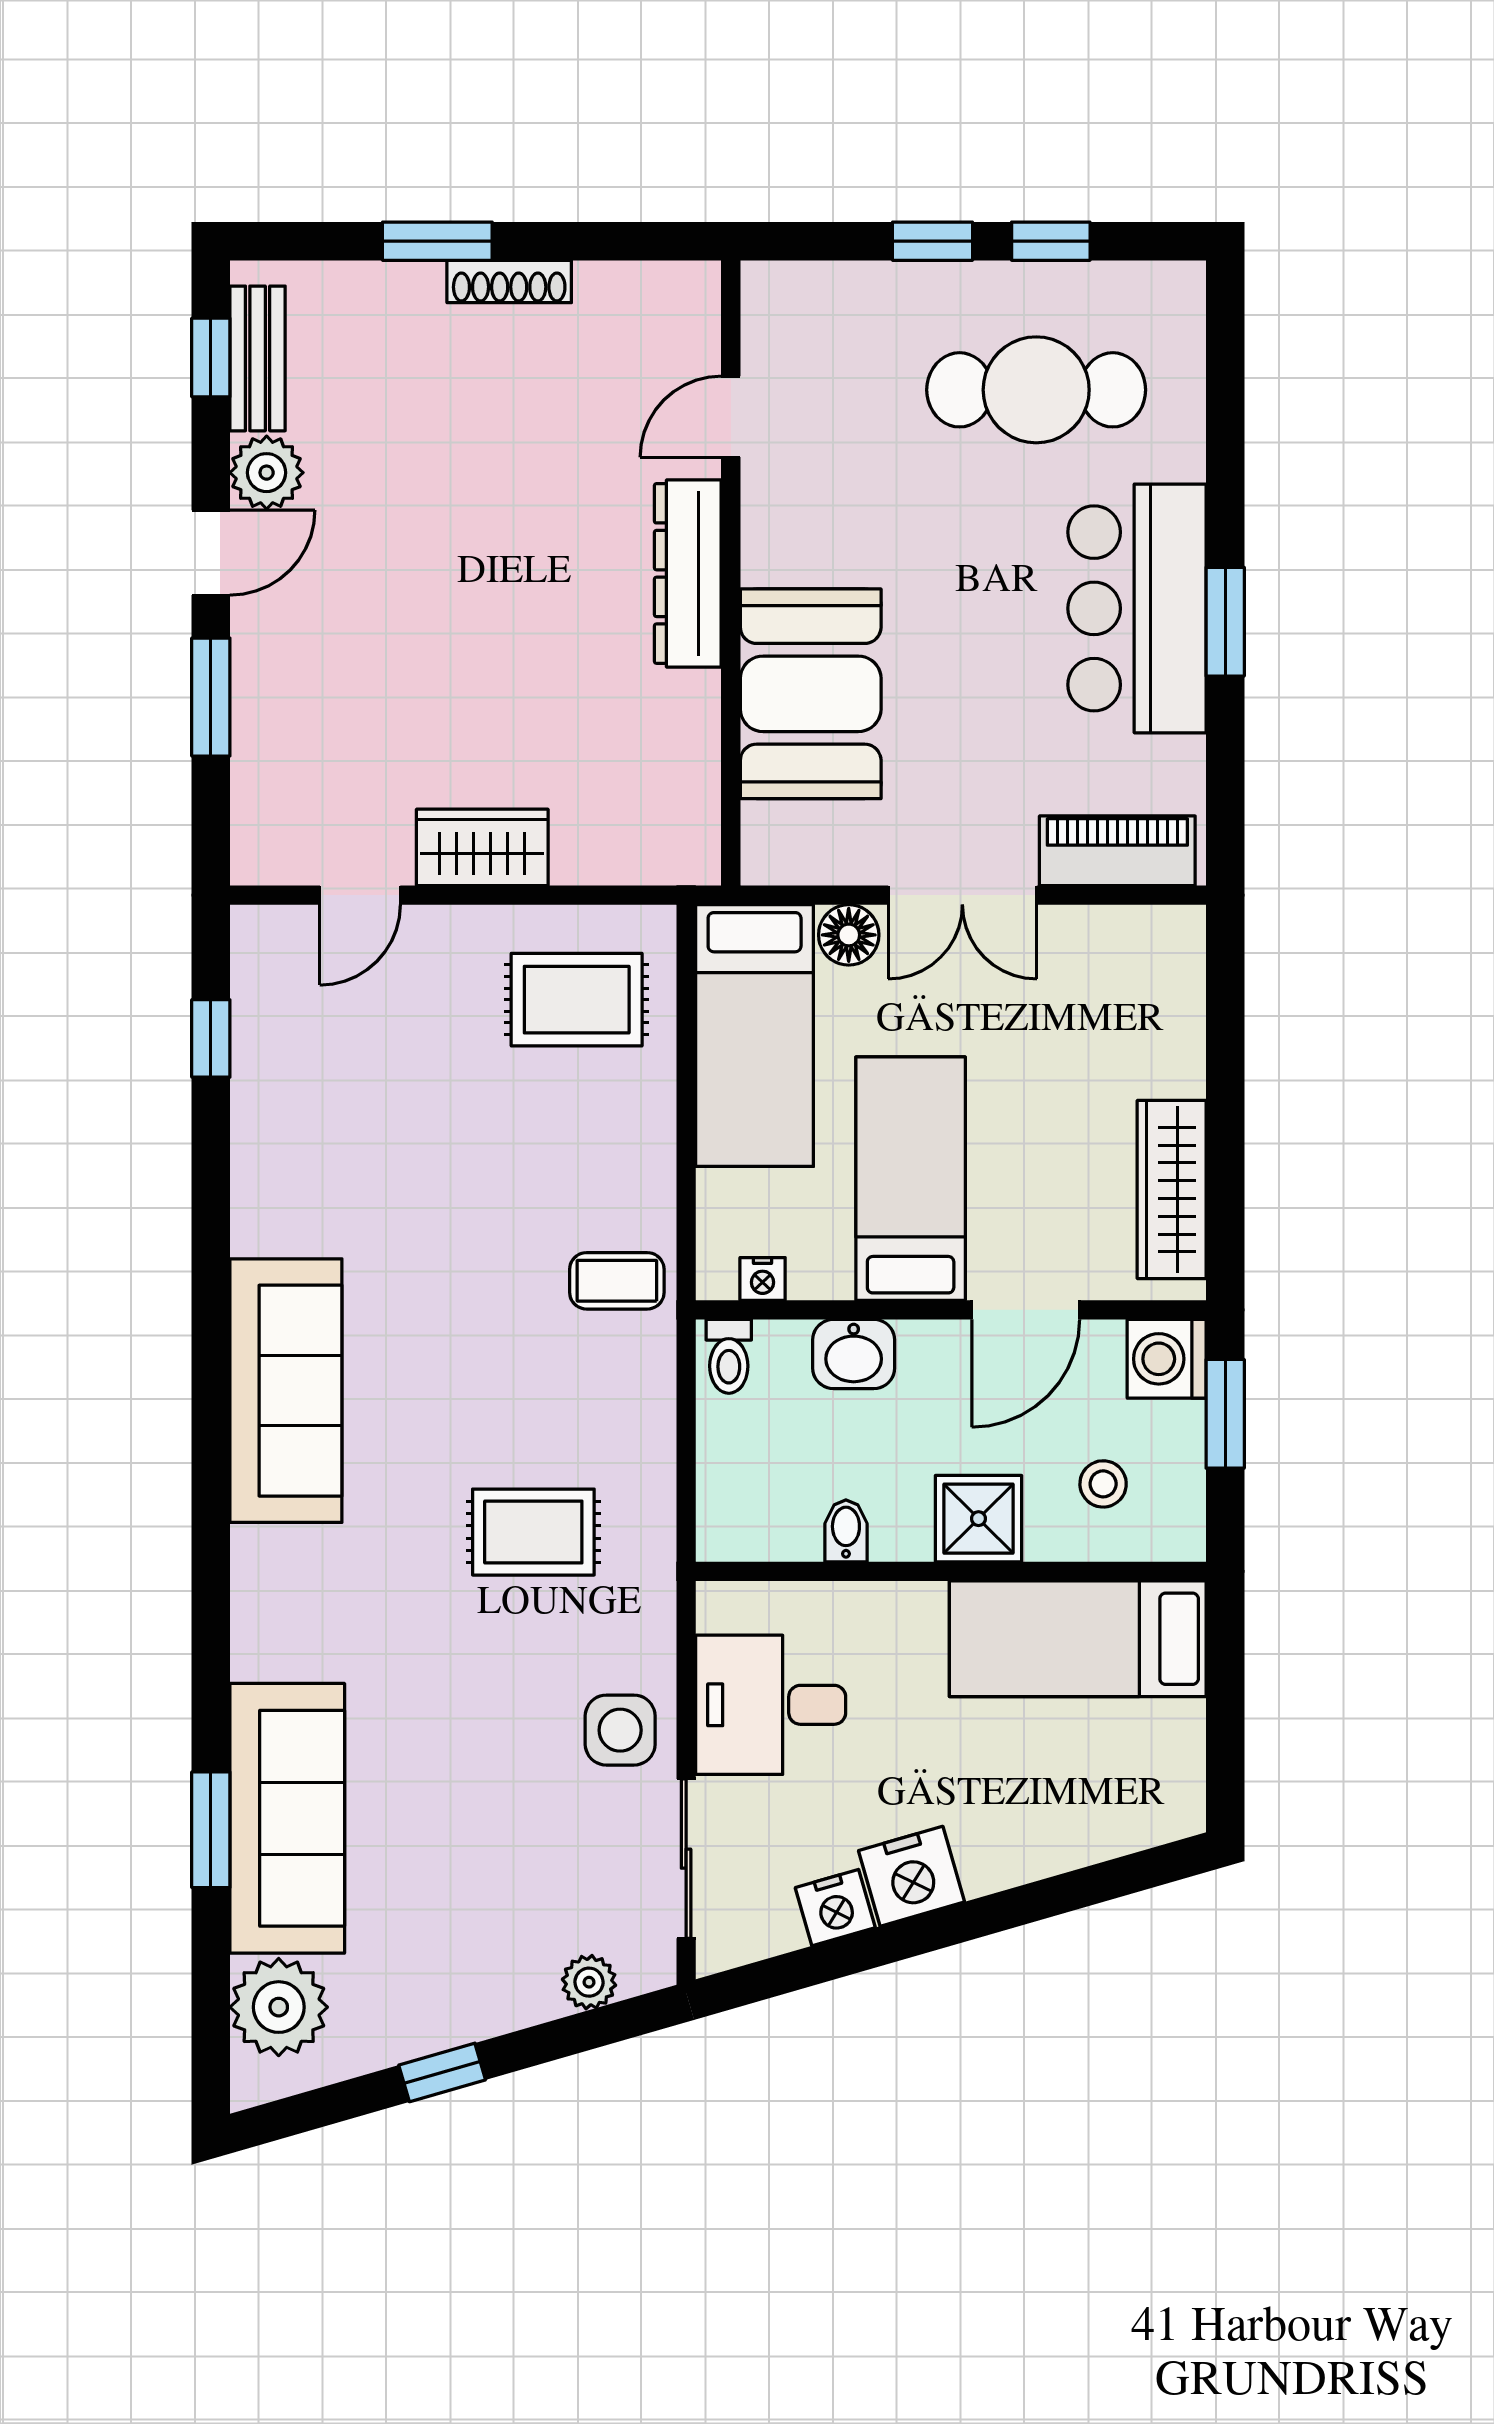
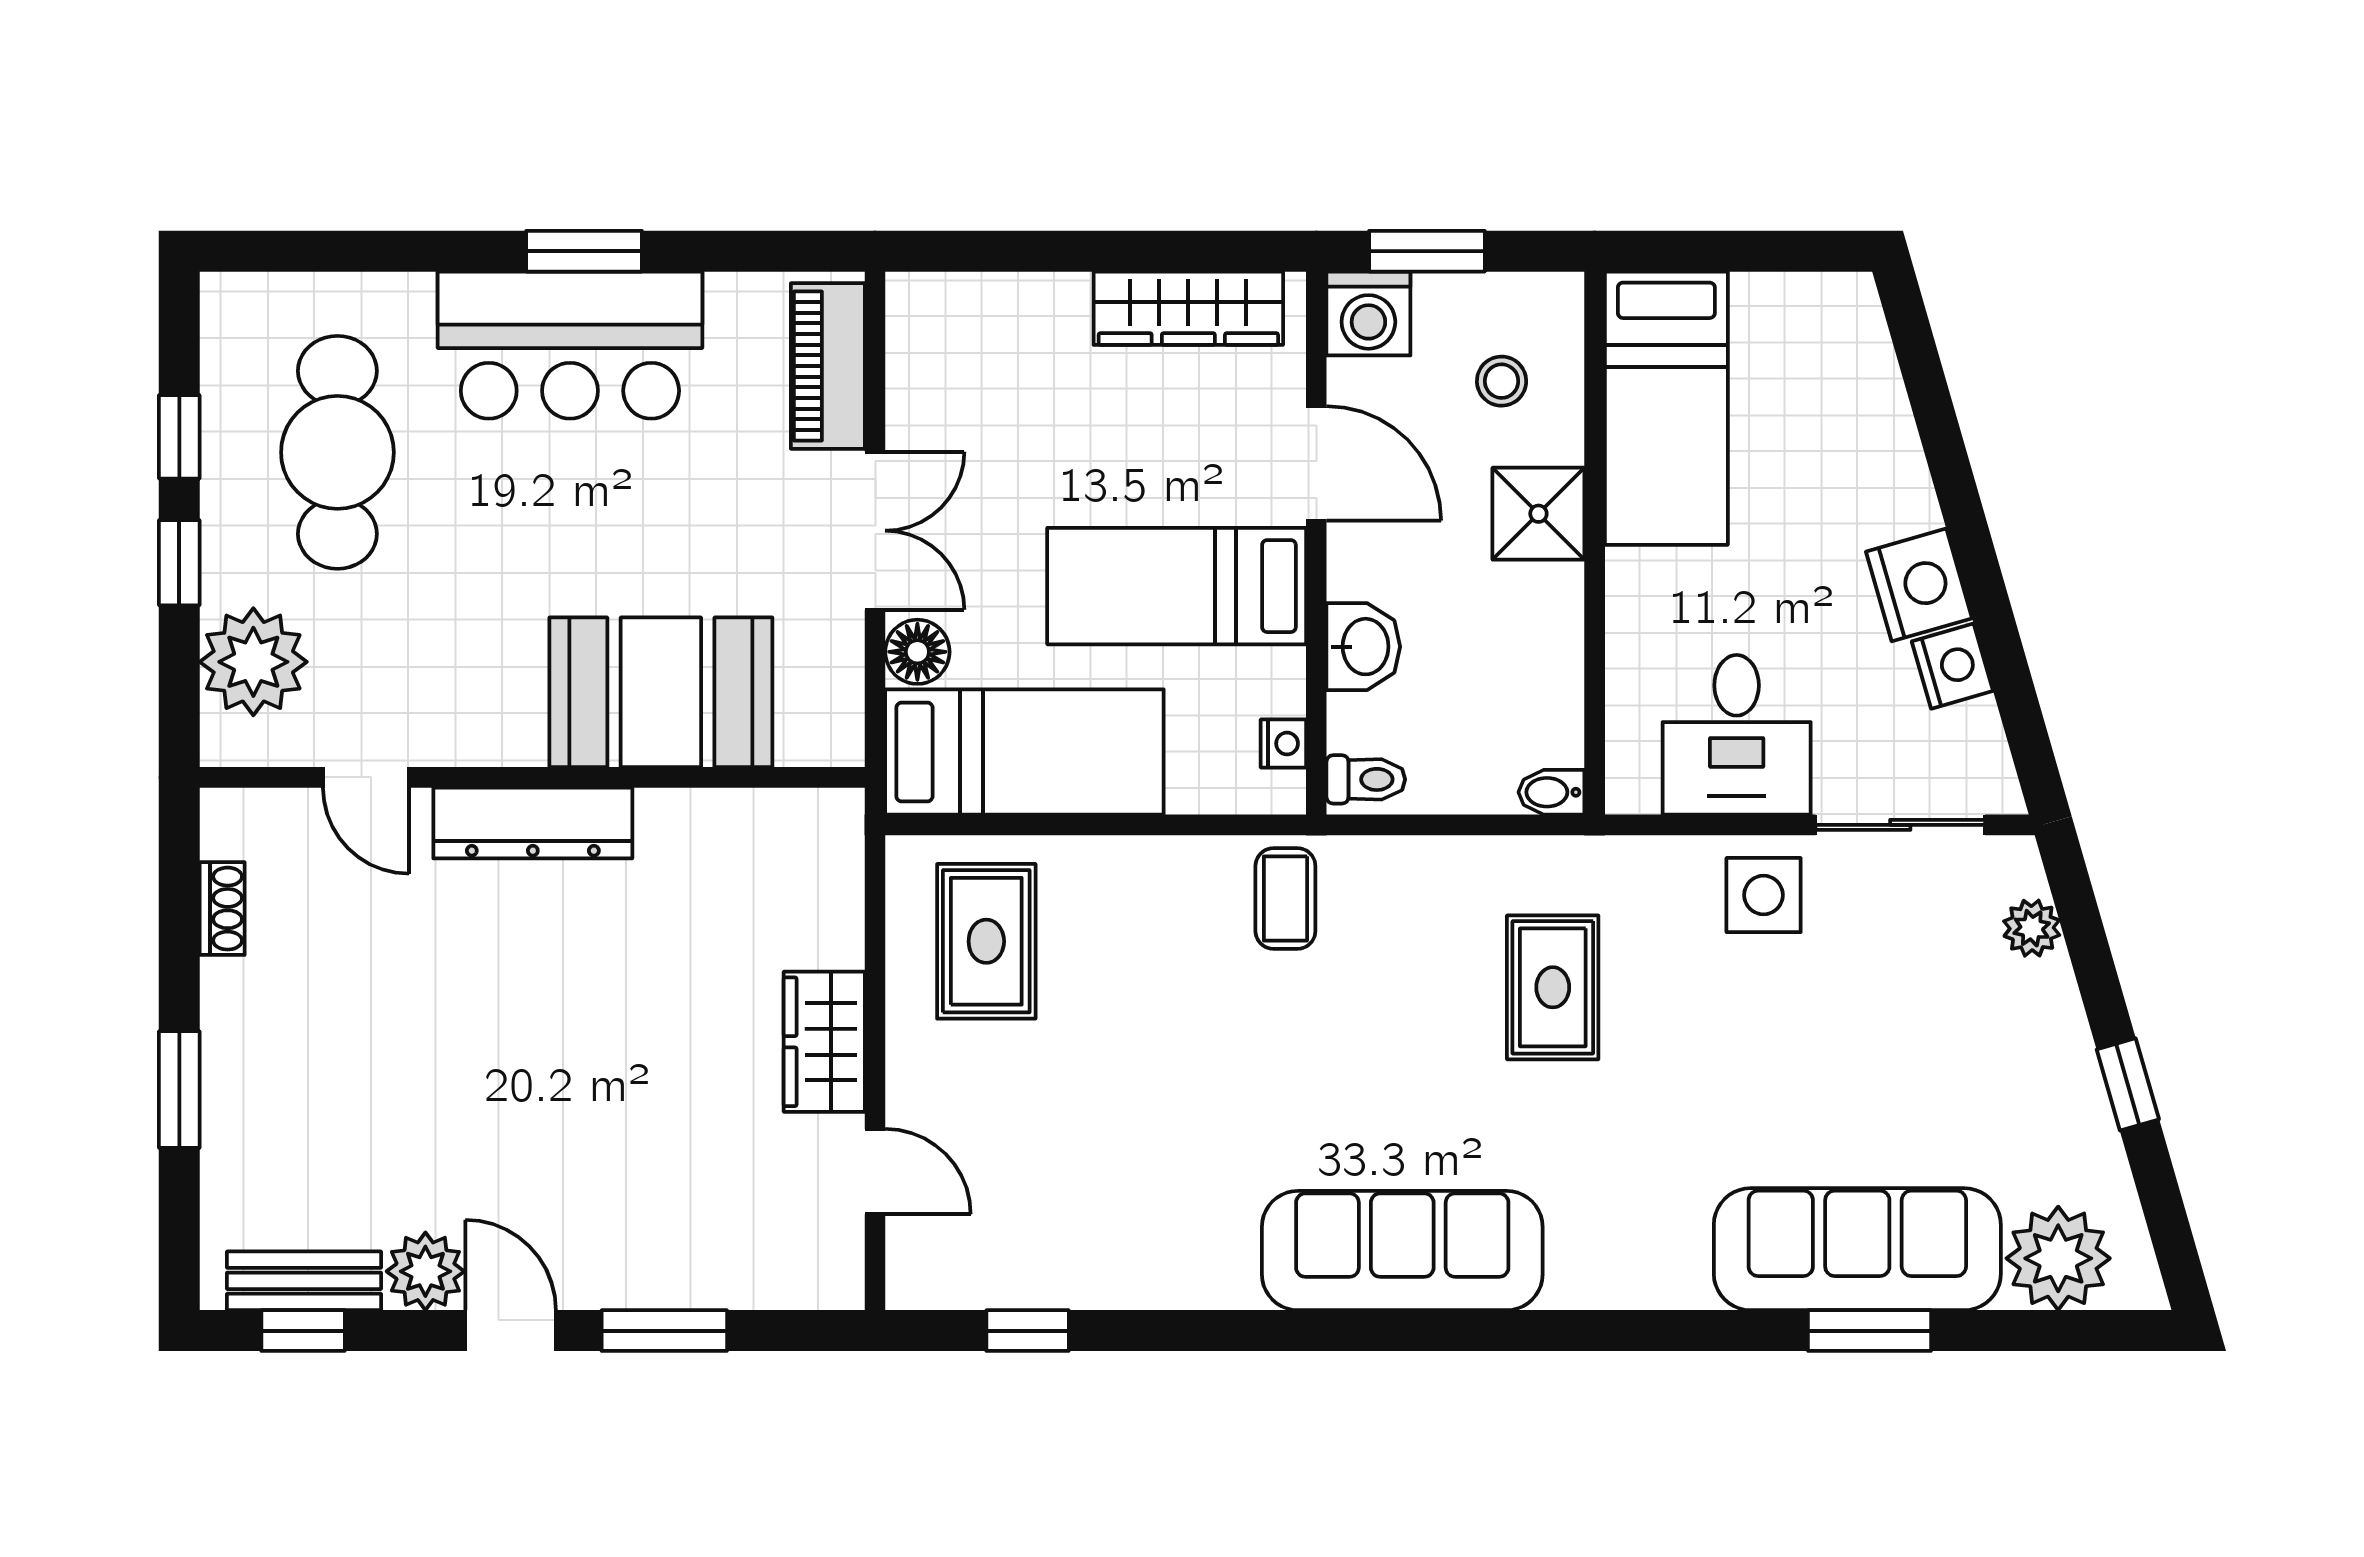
shoe rack: (509, 281) -> (222, 909), moved, width x0.70
plant: (839, 311) -> (253, 662), added
bidet: (846, 1531) -> (1551, 792), moved

